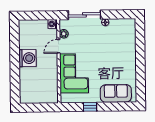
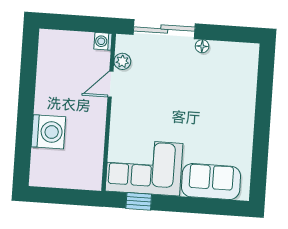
washing machine: (27, 58) -> (48, 132), moved
corner sofa: (74, 73) -> (144, 167), moved, turned -90
window: (90, 107) -> (139, 201), moved

